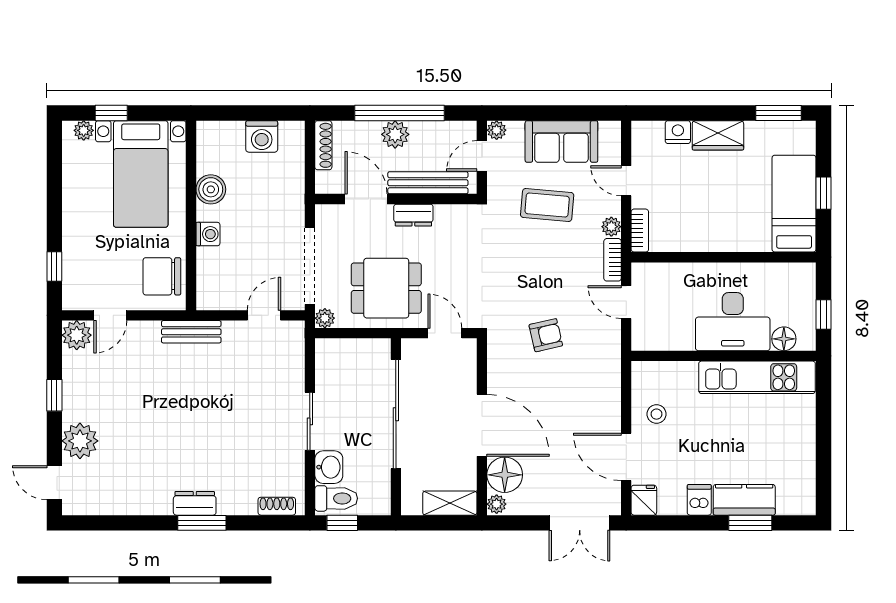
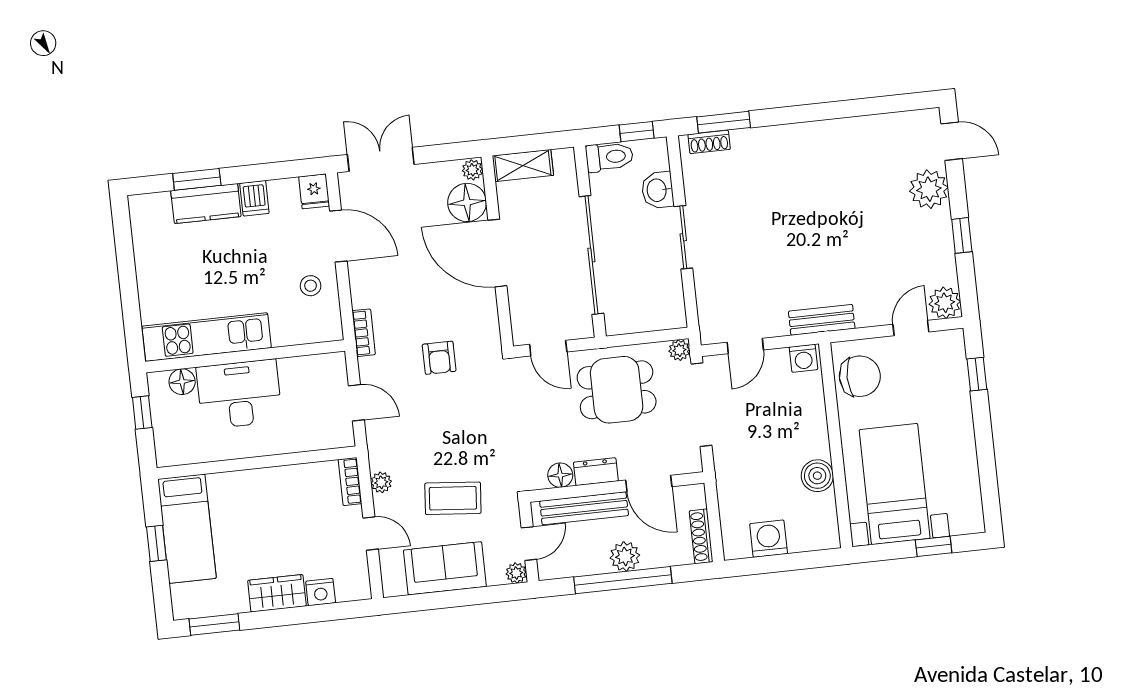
plant: (84, 130) -> (961, 524), removed
floor lamp: (446, 215) -> (560, 475), added
washing machine: (208, 234) -> (803, 358), moved, turned -90
bookcase: (613, 260) -> (364, 333), moved
armchair: (546, 335) -> (439, 358), turned -77
toilet: (336, 498) -> (609, 157), moved, turned 180
dresser: (195, 503) -> (798, 135), removed
window: (202, 523) -> (724, 122), moved

